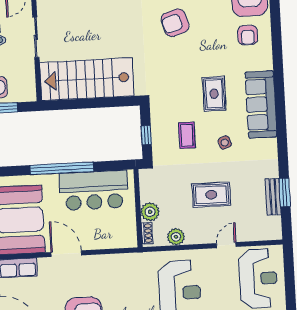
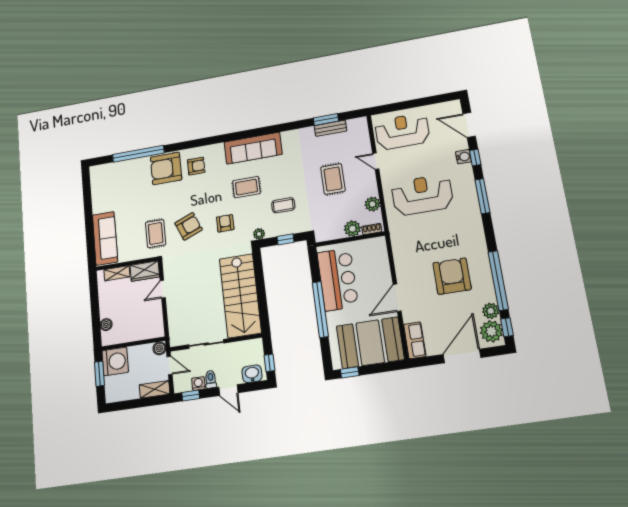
armchair: (175, 23) -> (189, 226), turned -95
armchair: (174, 66) -> (225, 223), added
plant: (156, 105) -> (259, 234), added
side table: (225, 143) -> (287, 173), removed

